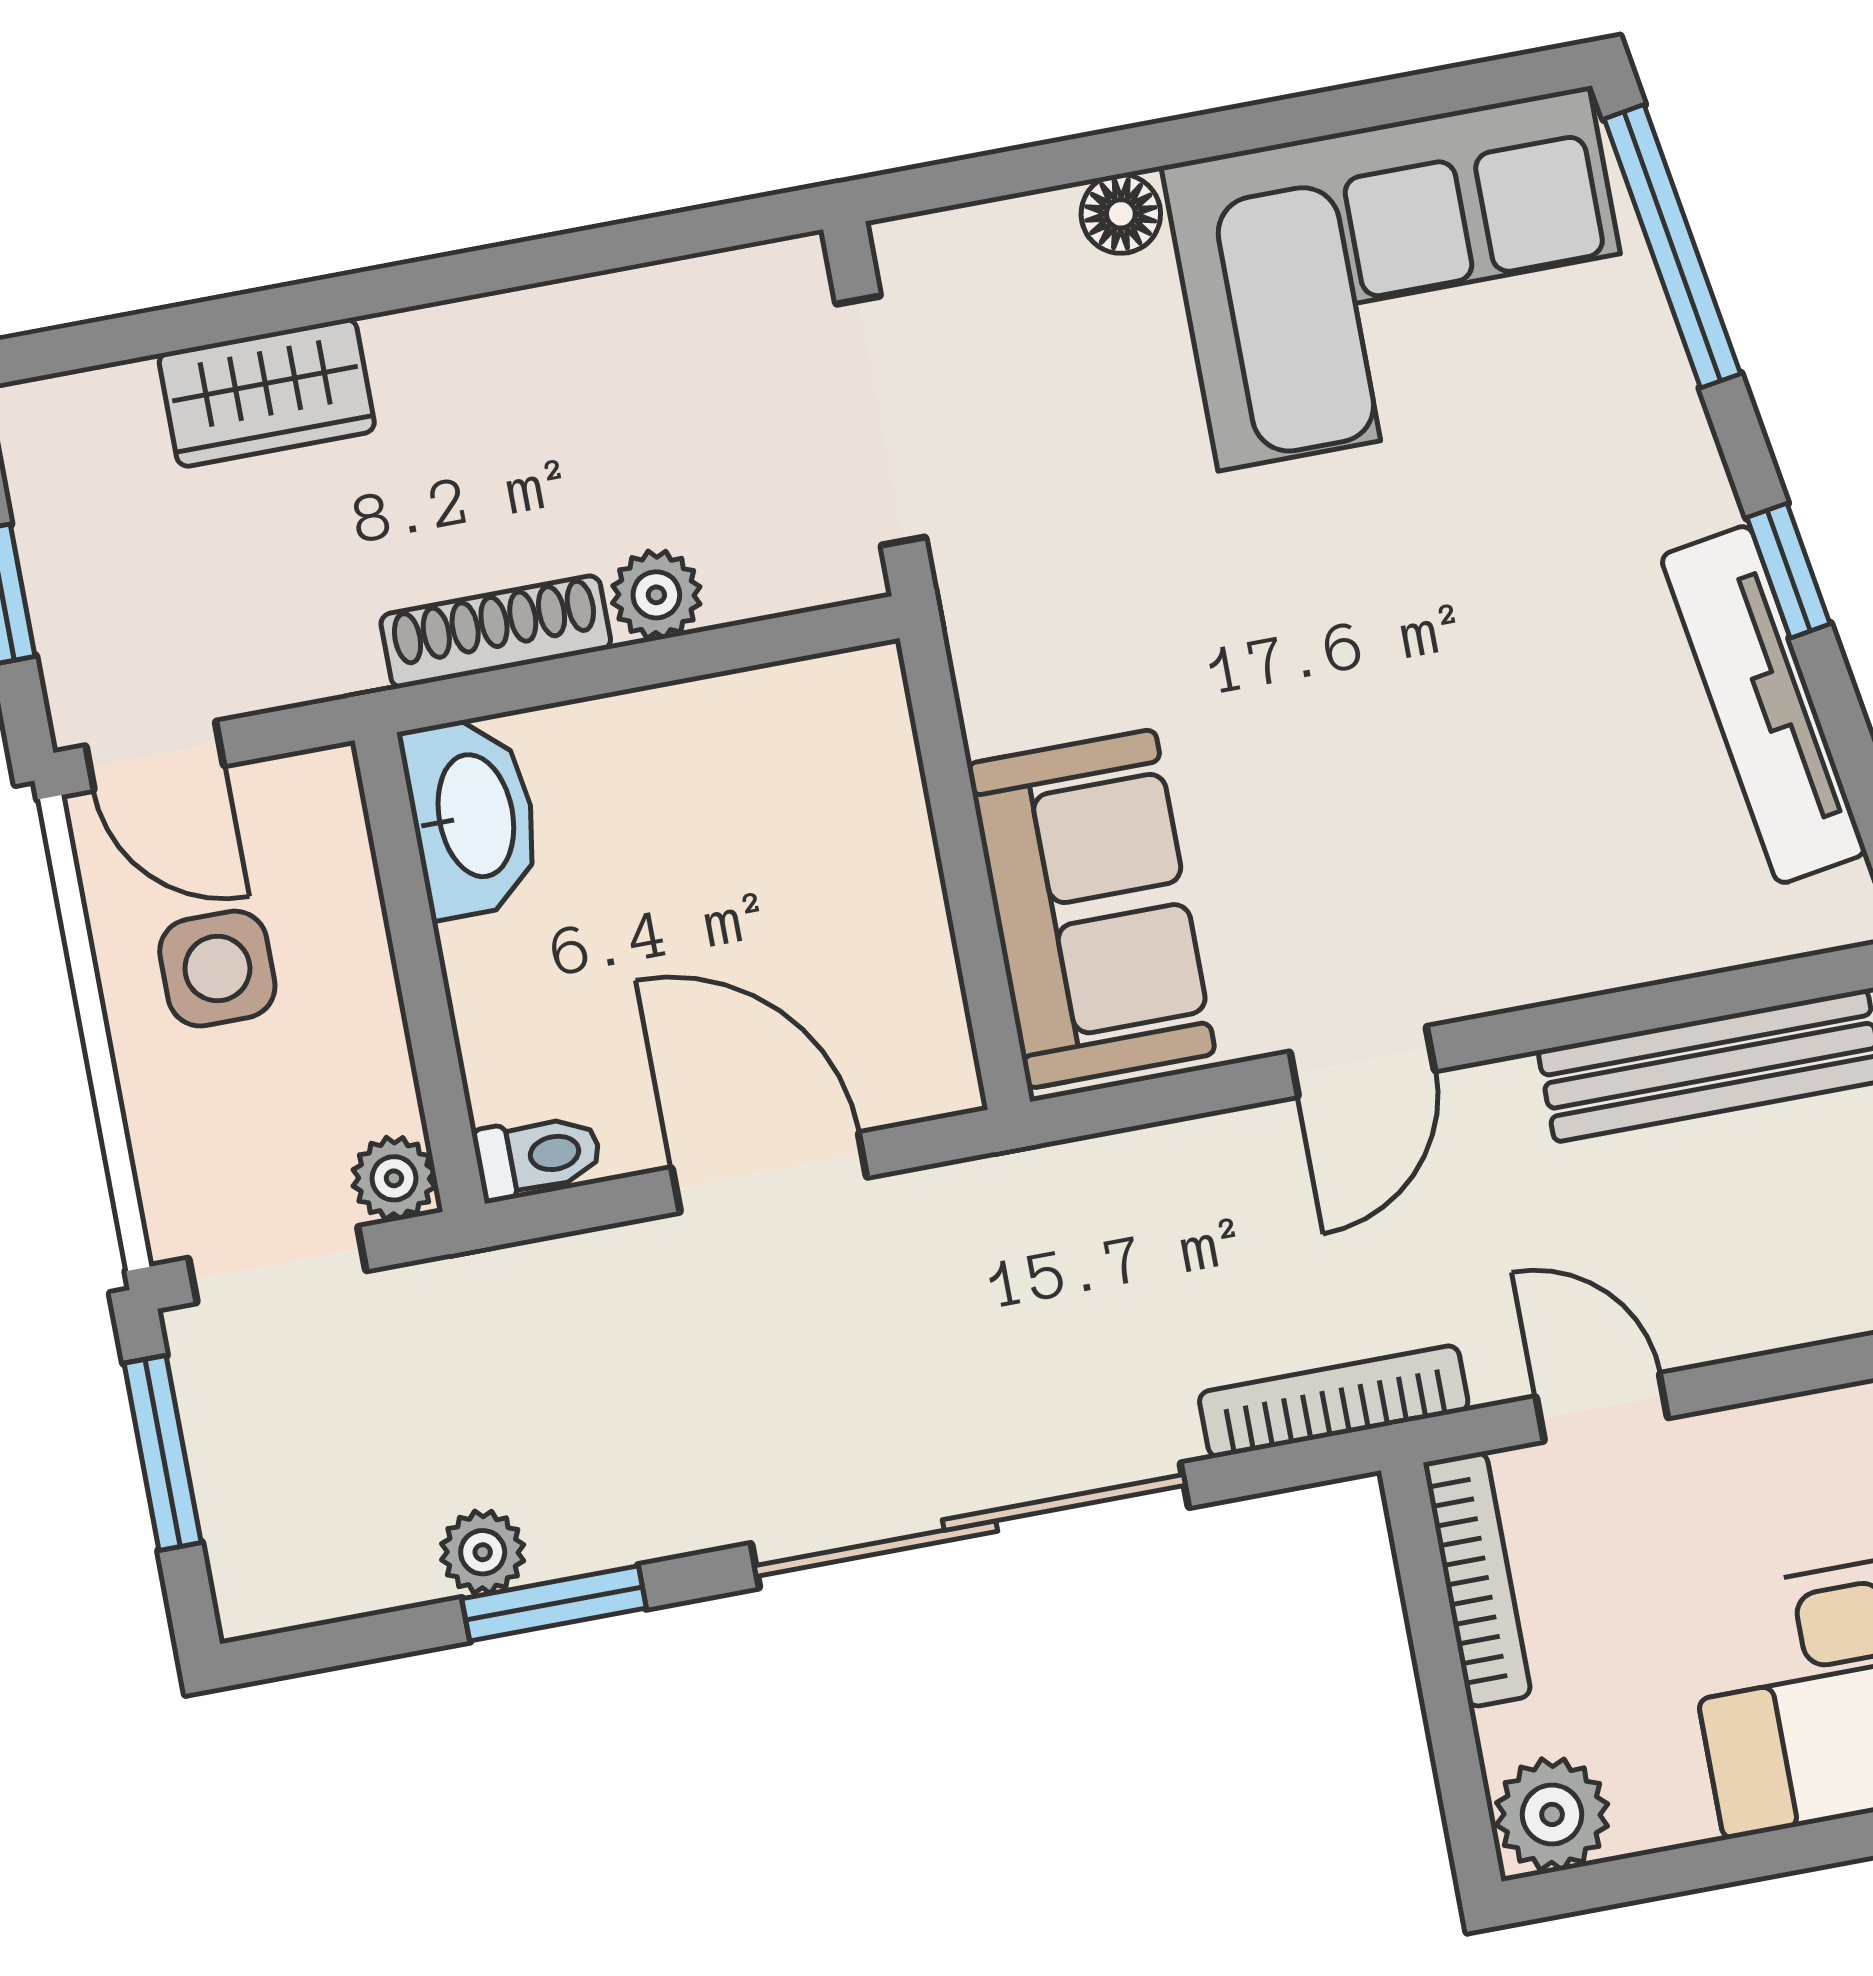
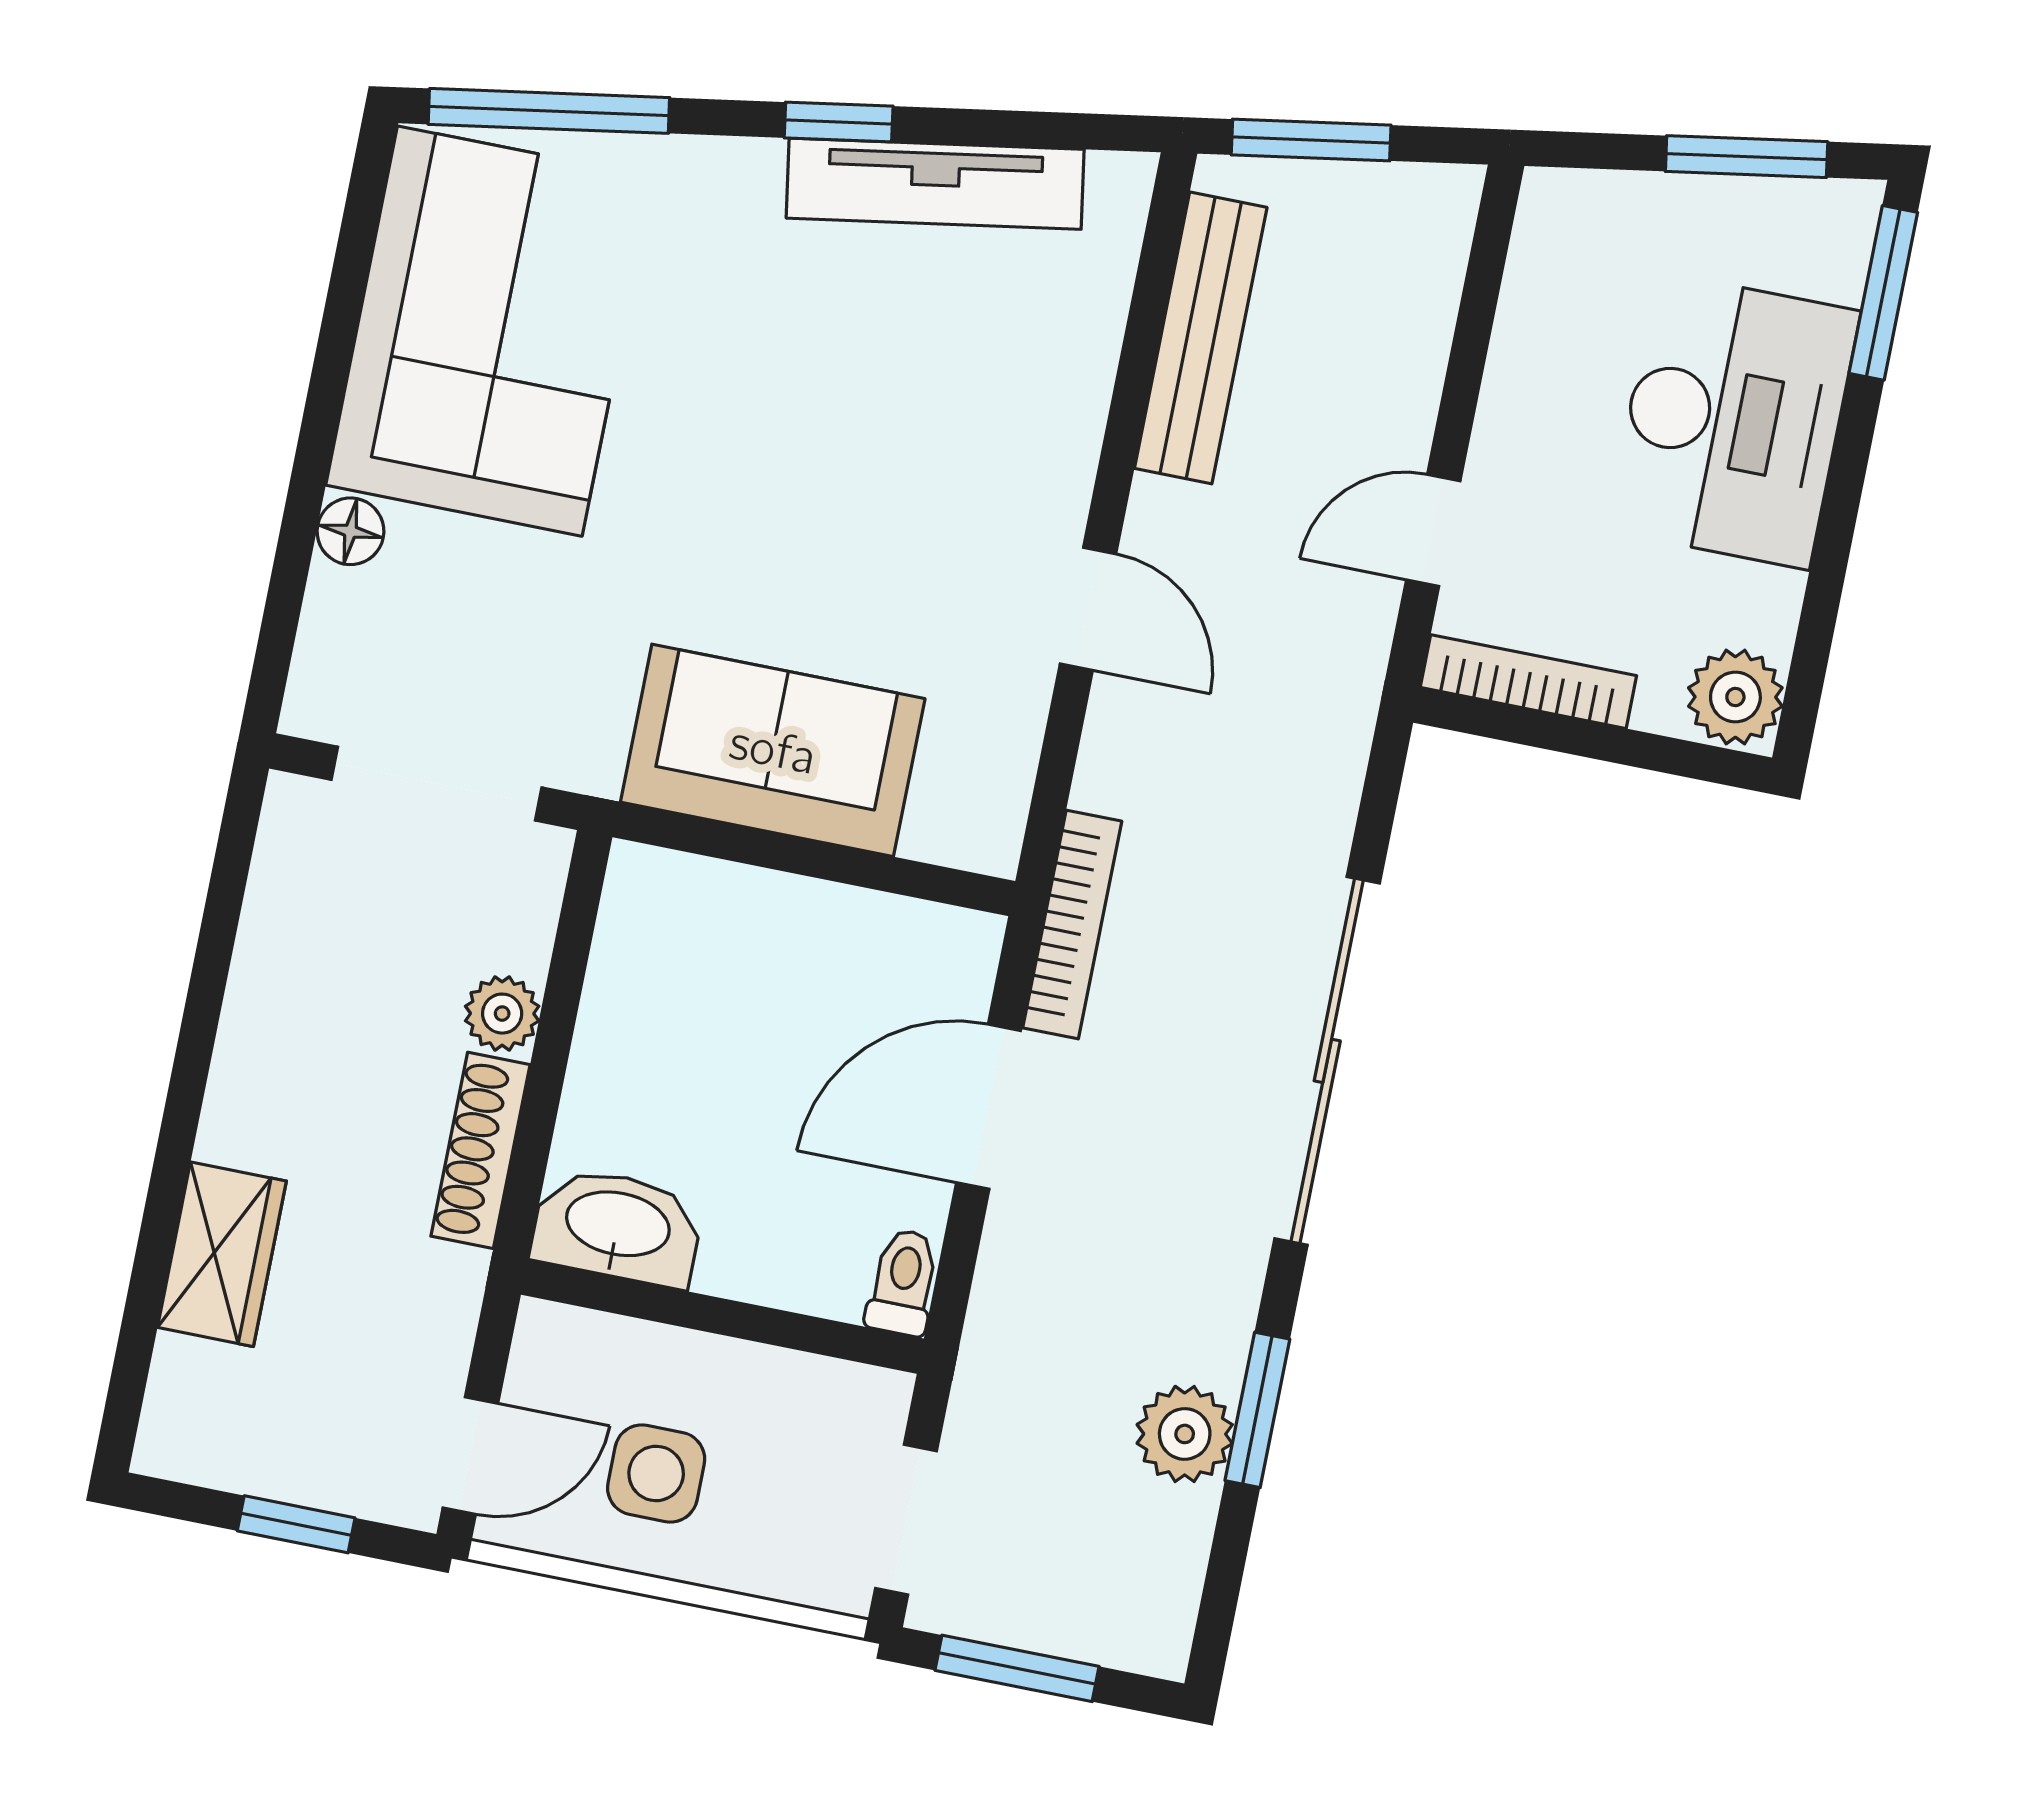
sofa: (1091, 909) -> (773, 750), moved
plant: (394, 1178) -> (875, 1401), removed
bookcase: (1334, 1401) -> (1072, 924), moved, turned 180
plant: (483, 1552) -> (1185, 1434), width x1.38, depth x1.38

